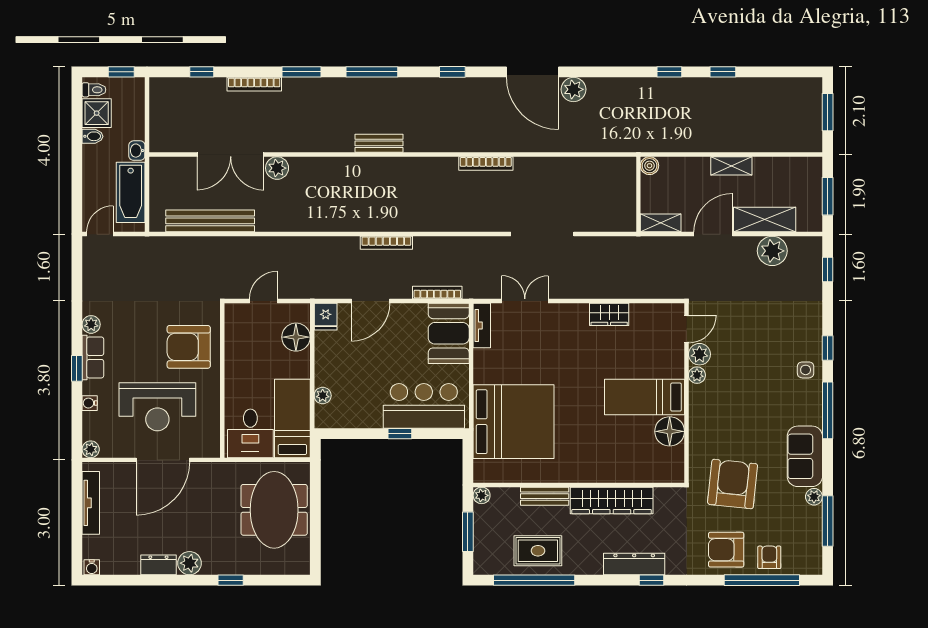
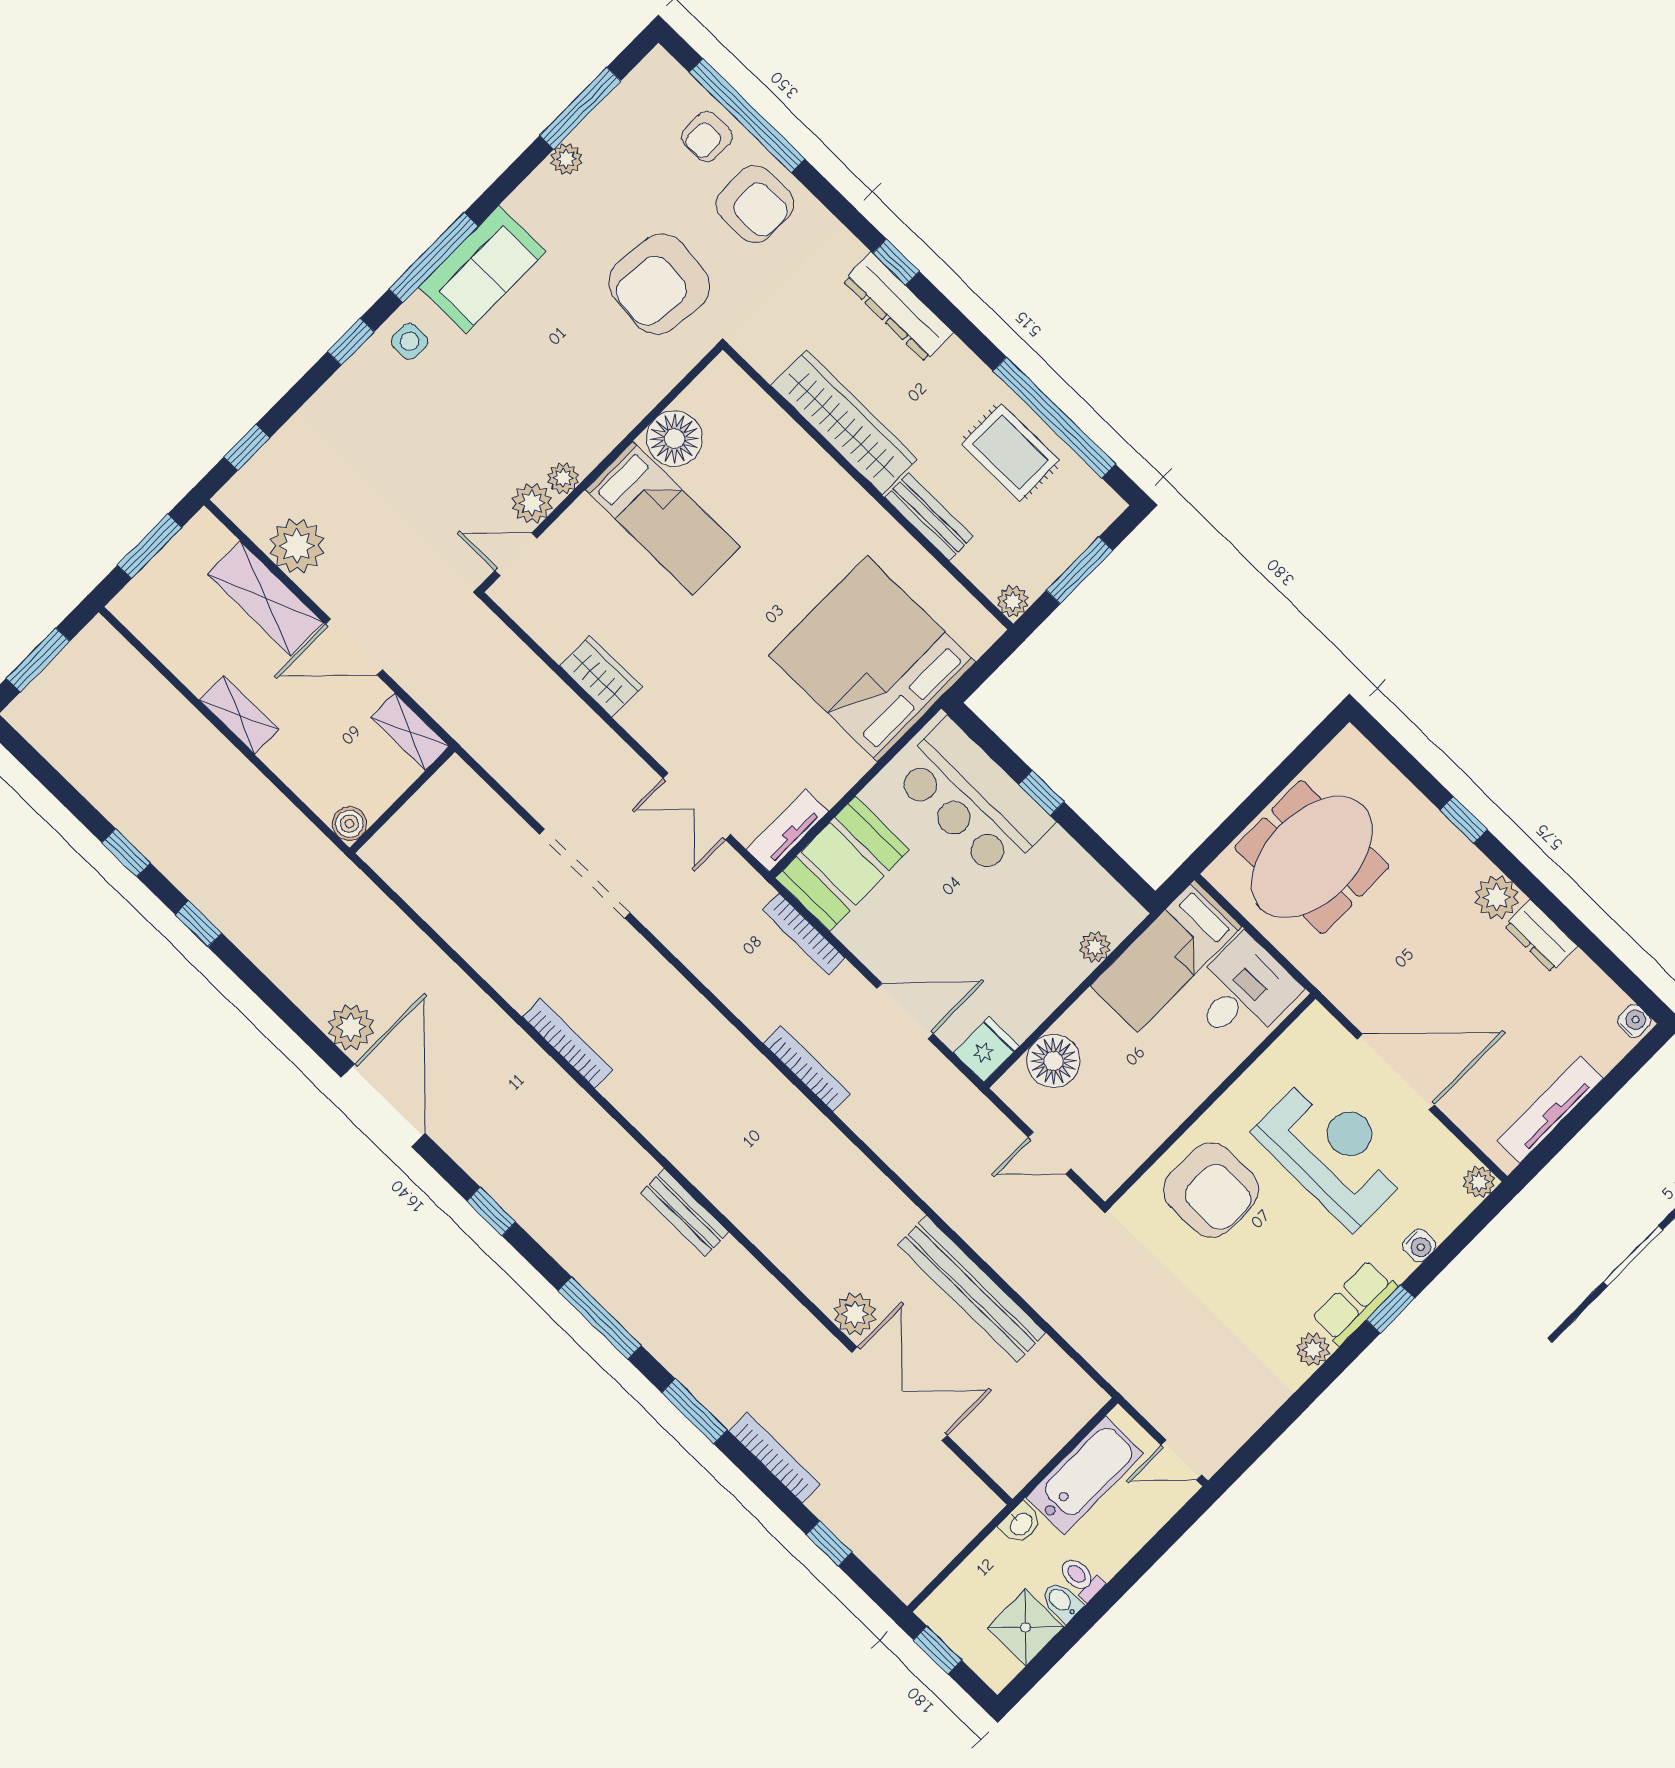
toilet: (94, 90) -> (1081, 1578), moved
bench: (210, 221) -> (972, 1289), moved
sofa: (805, 456) -> (482, 269), moved

